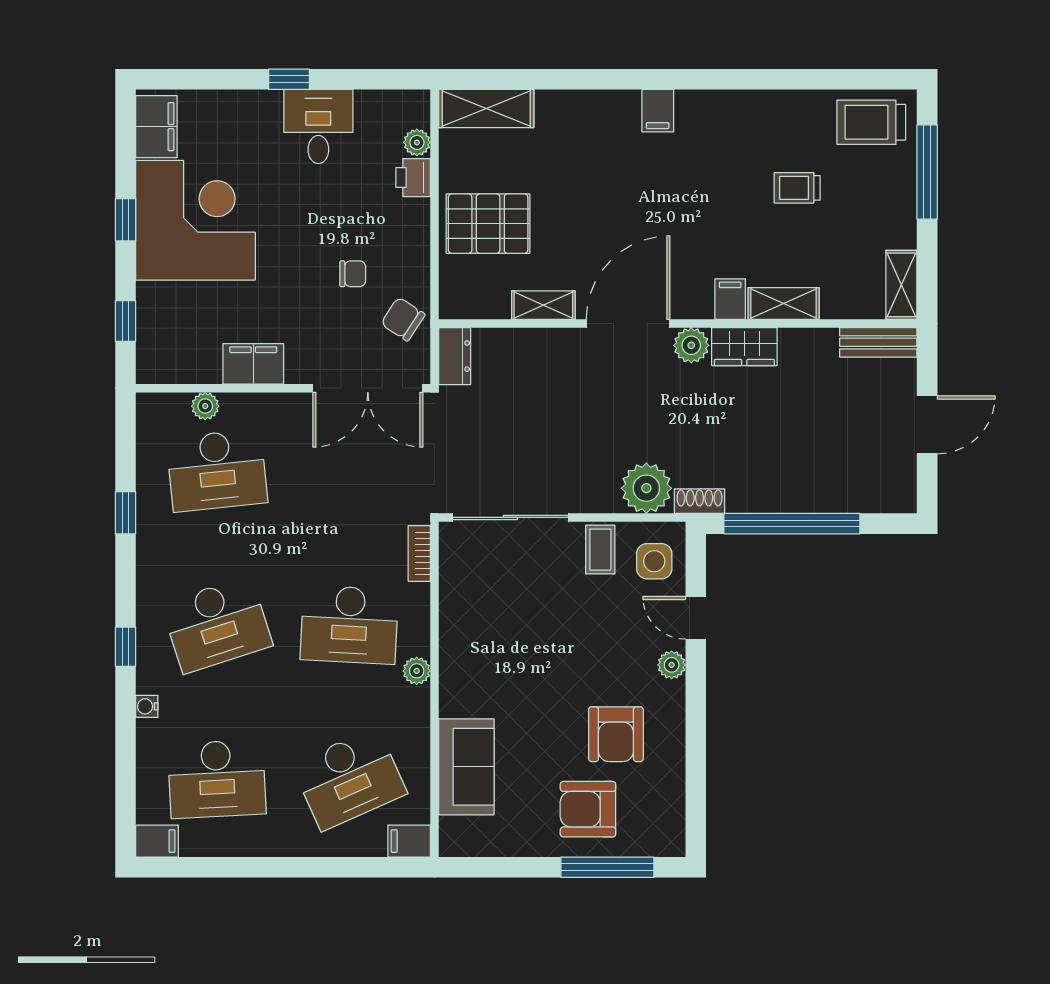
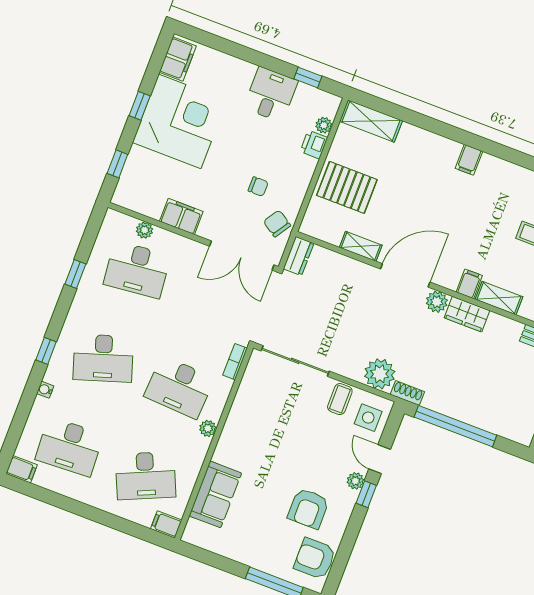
window: (289, 79) -> (308, 78), moved
window: (696, 679) -> (366, 494), added
armchair: (588, 809) -> (315, 559), moved

